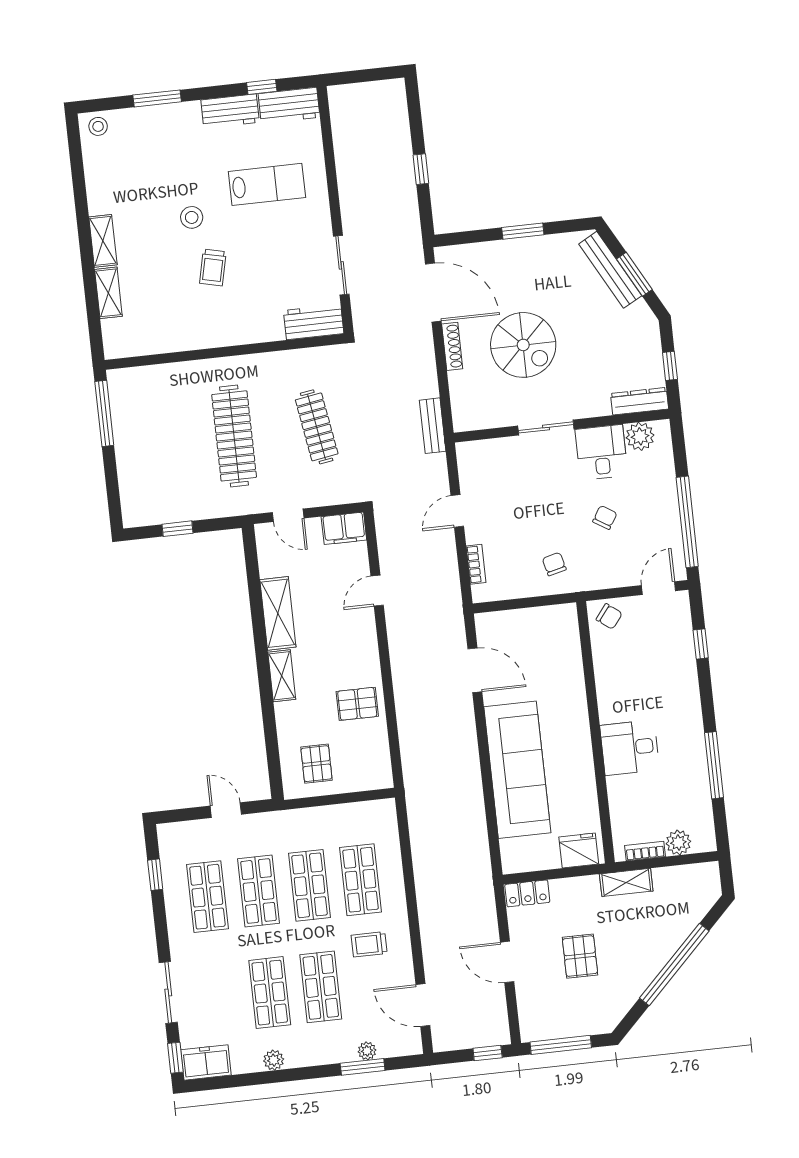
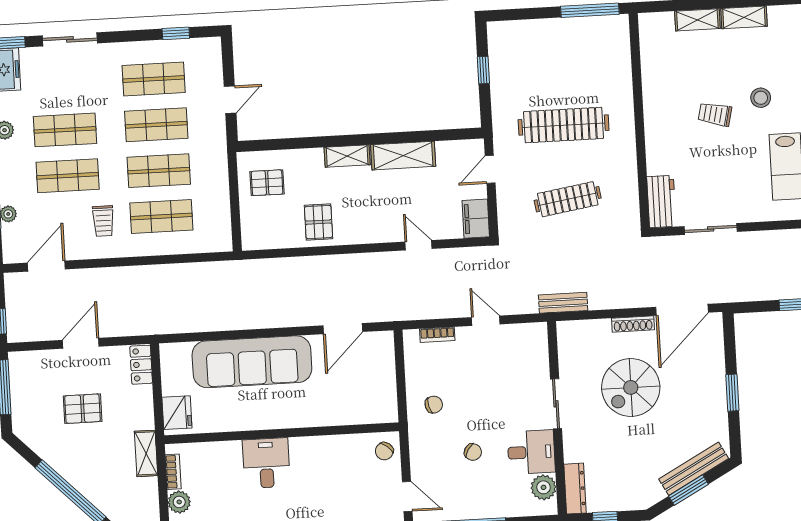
trolley: (369, 944) -> (103, 221), turned 180

